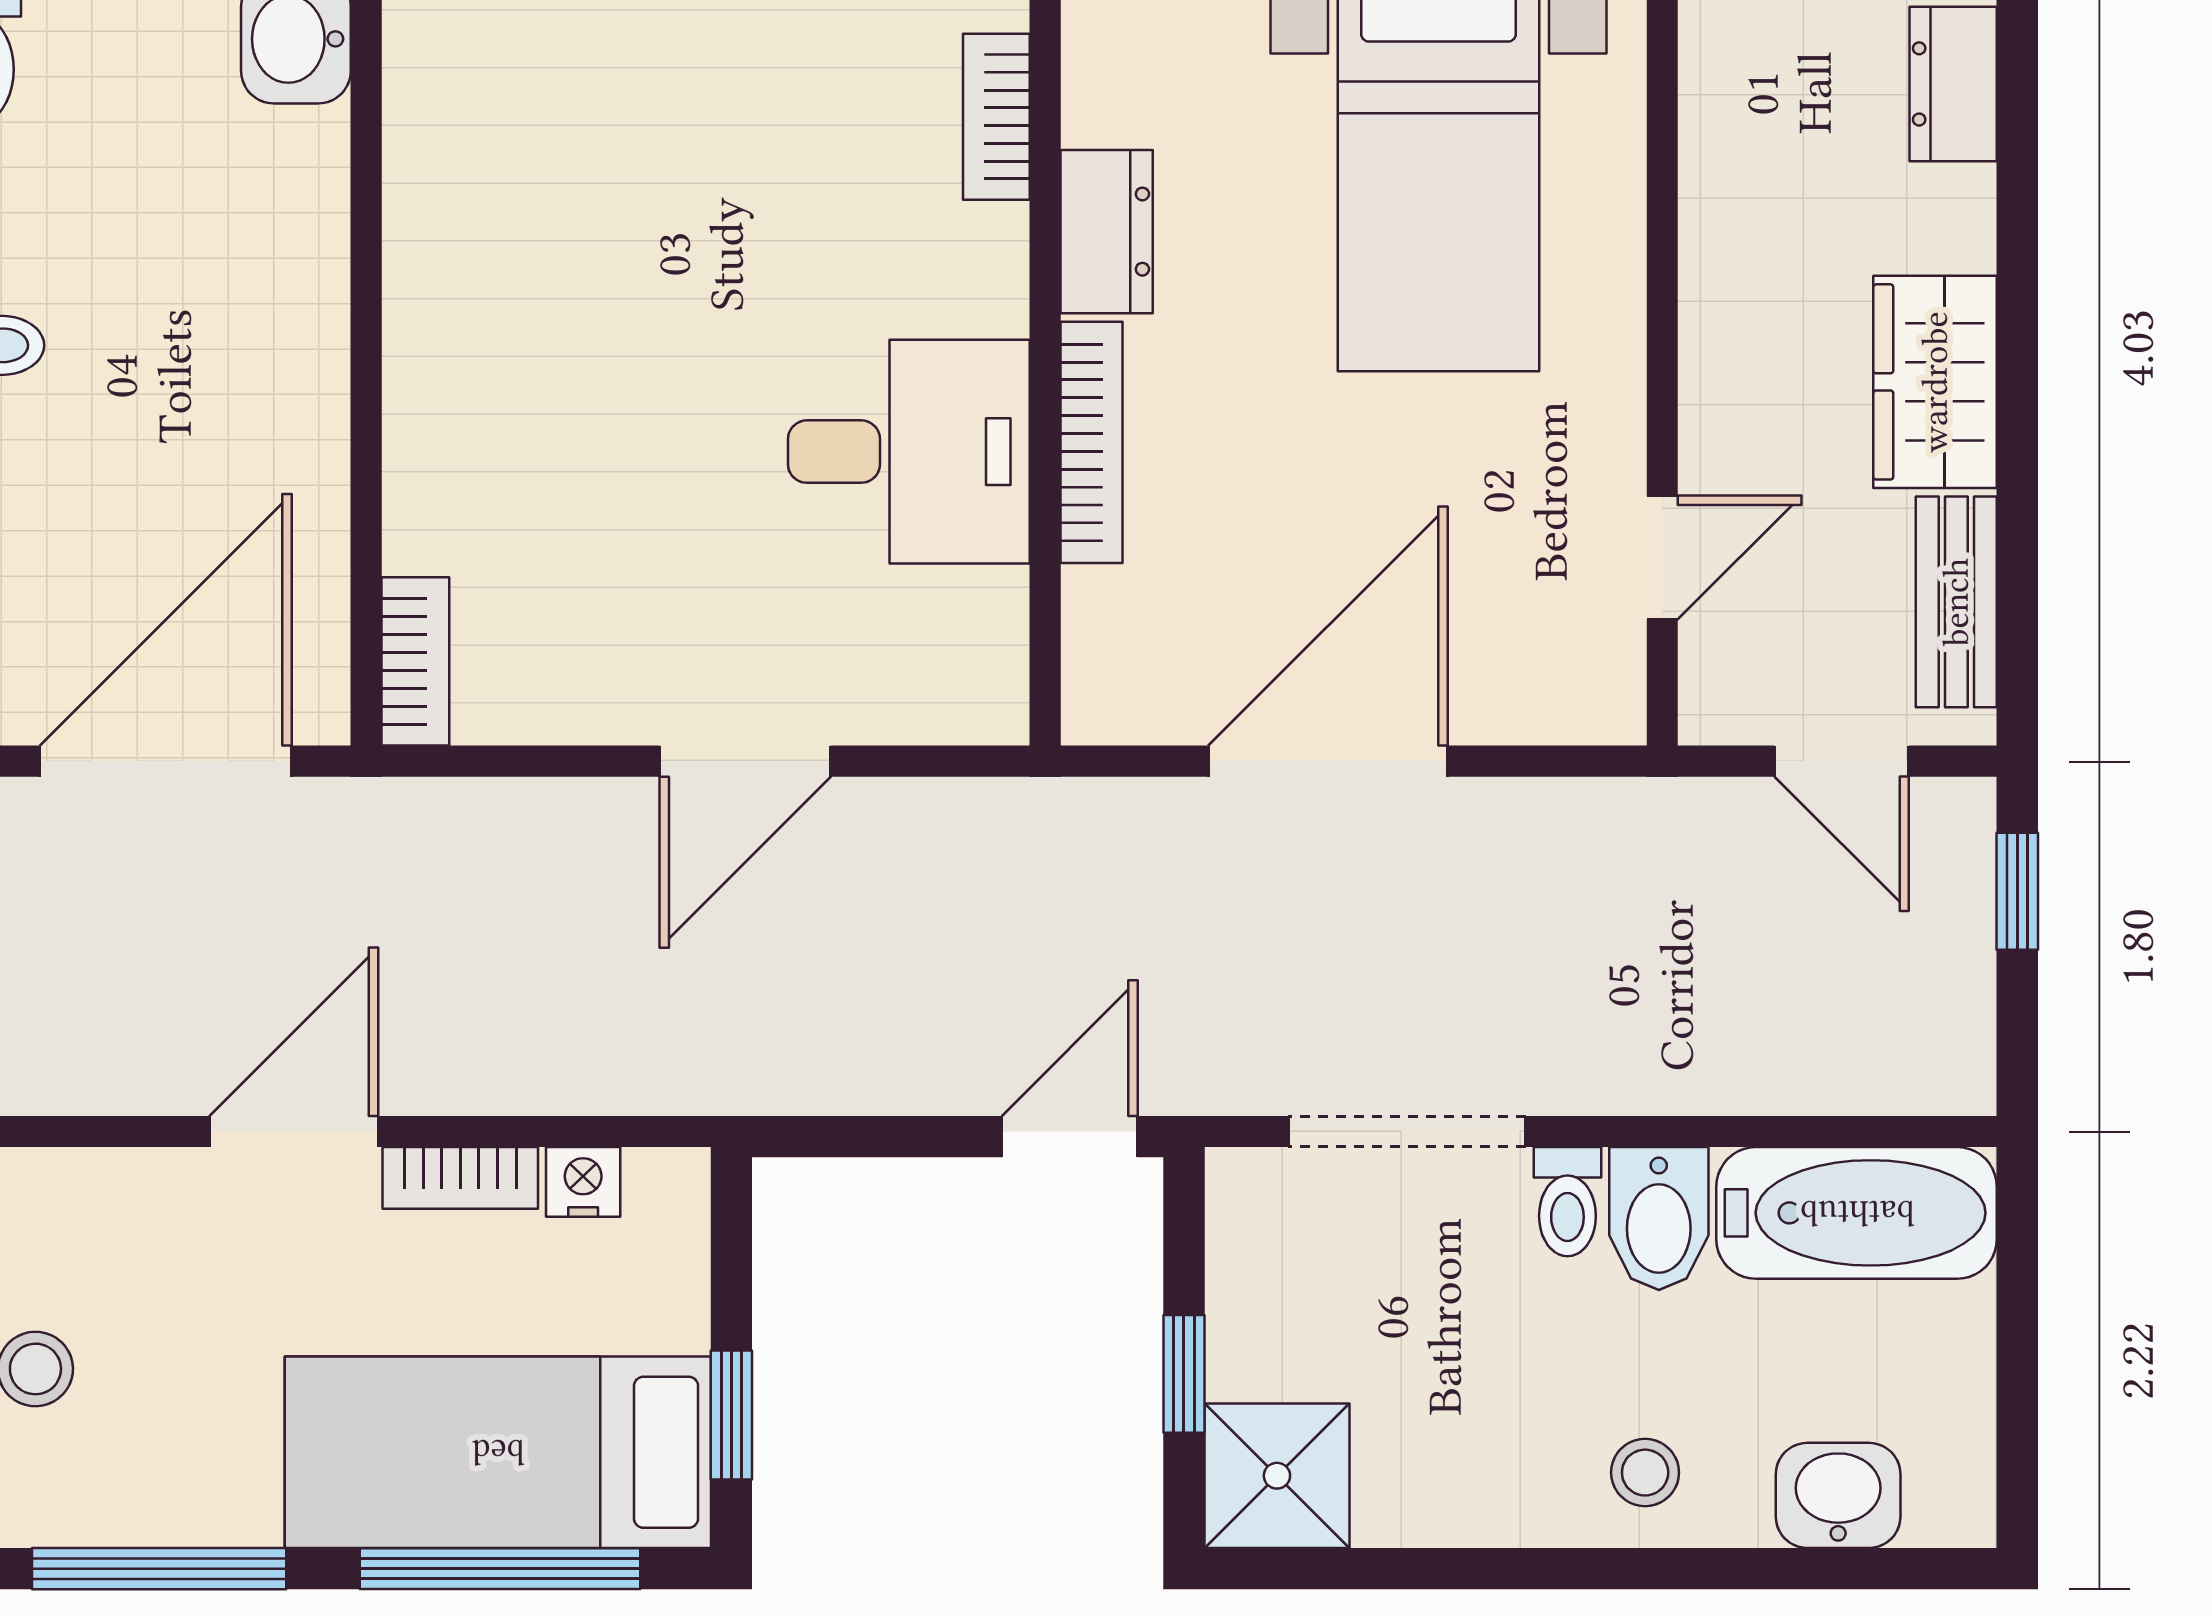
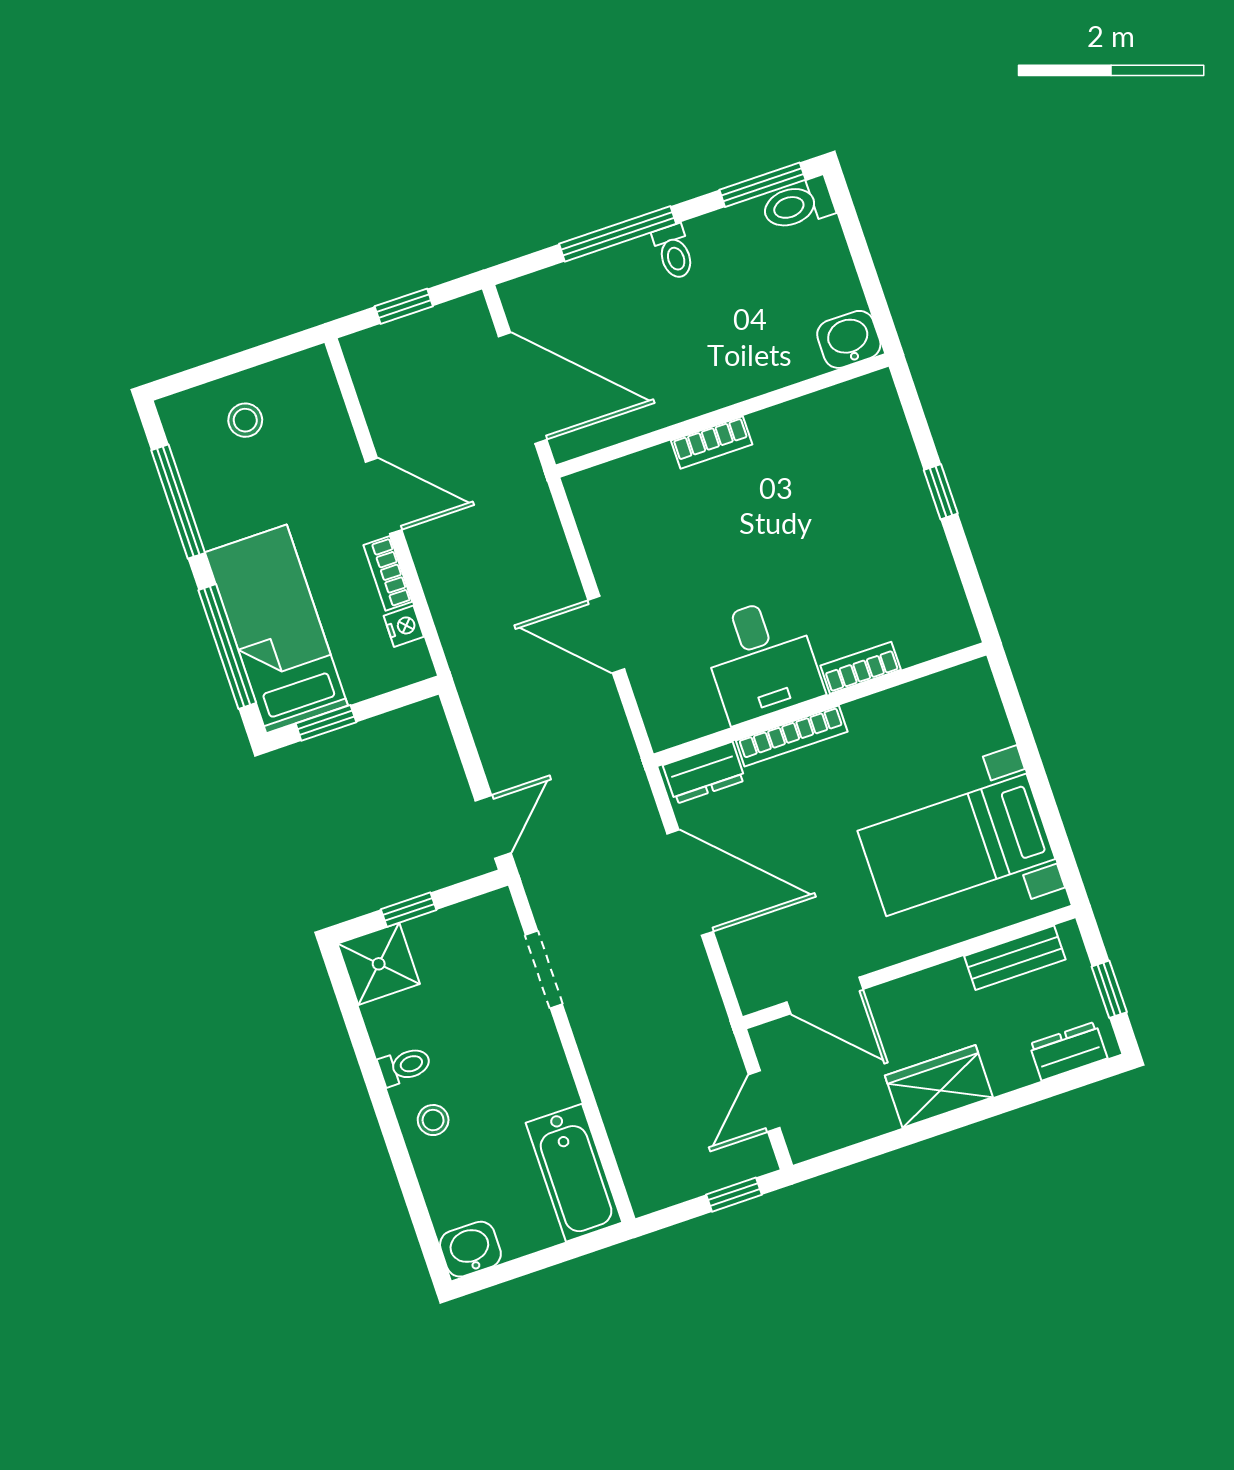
bookcase: (996, 117) -> (861, 668), moved
dresser: (1107, 232) -> (704, 773), moved
door: (1662, 557) -> (825, 996), width x1.38
bench: (1956, 602) -> (1015, 958), moved
bookcase: (415, 661) -> (712, 442), moved
doorway: (1407, 1131) -> (544, 970), width x0.73
door: (1070, 1137) -> (493, 827), hinge flipped
toilet: (1567, 1202) -> (405, 1066), moved, turned 180
bidet: (1659, 1218) -> (543, 1089), removed
washbasin: (1838, 1495) -> (470, 1249), moved, turned -90

